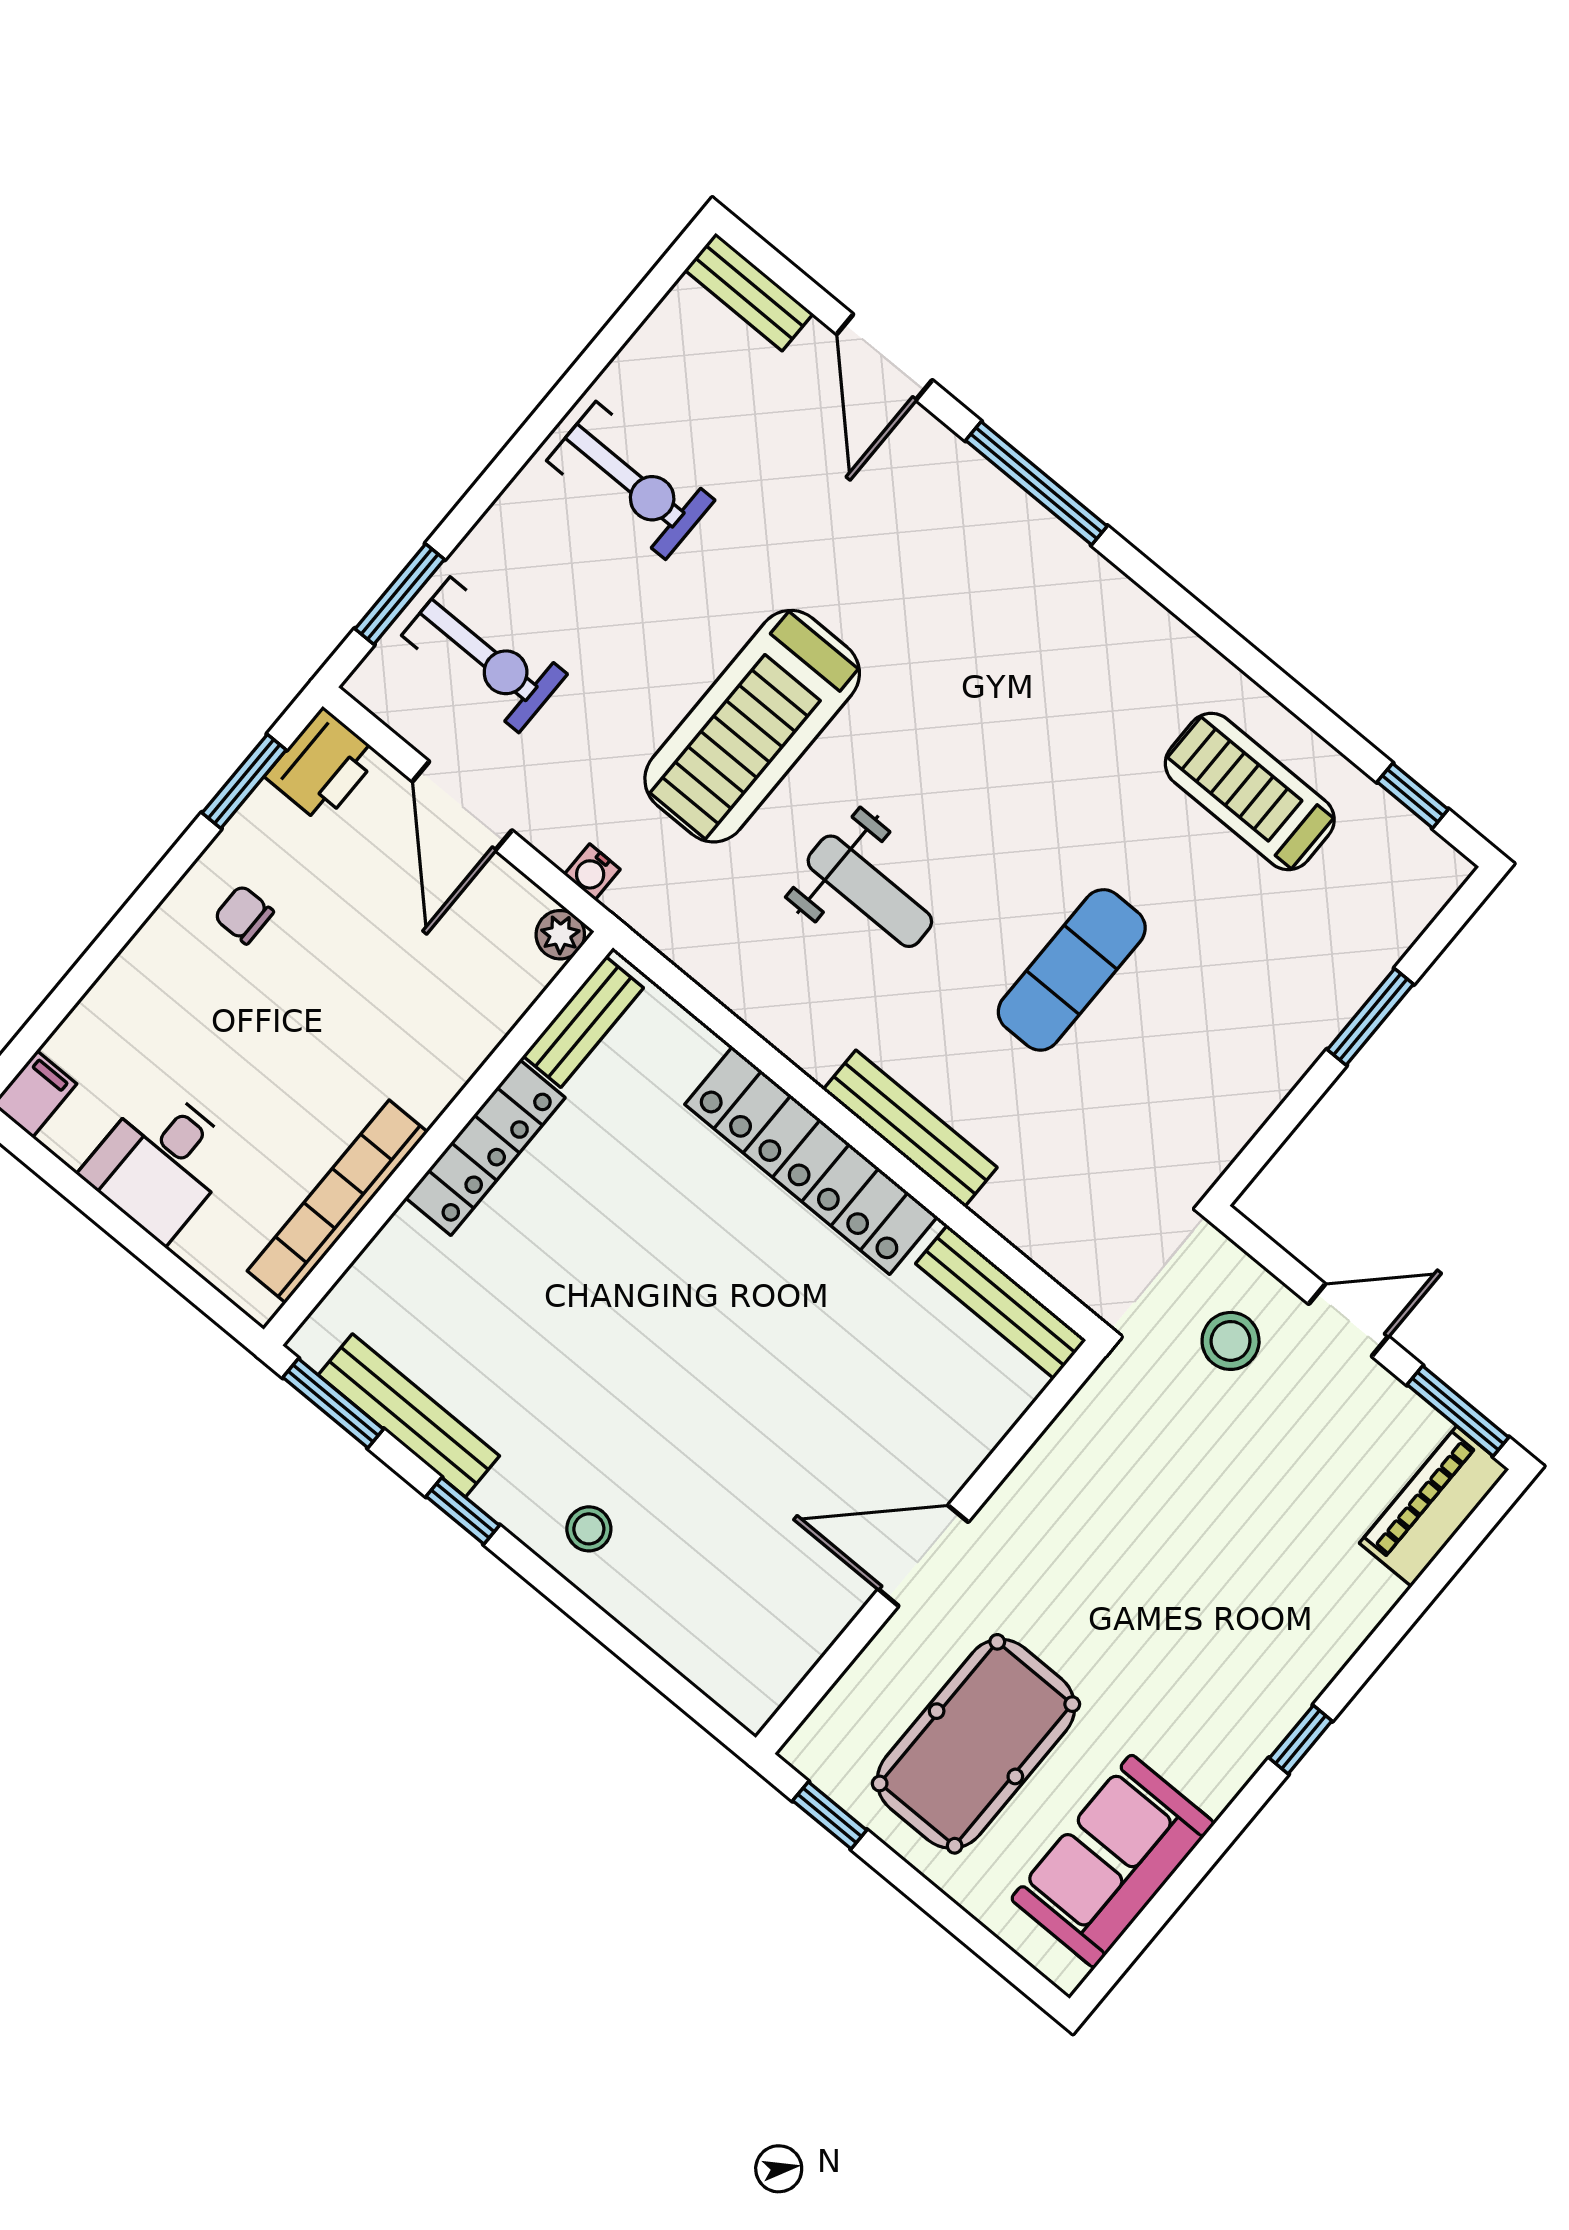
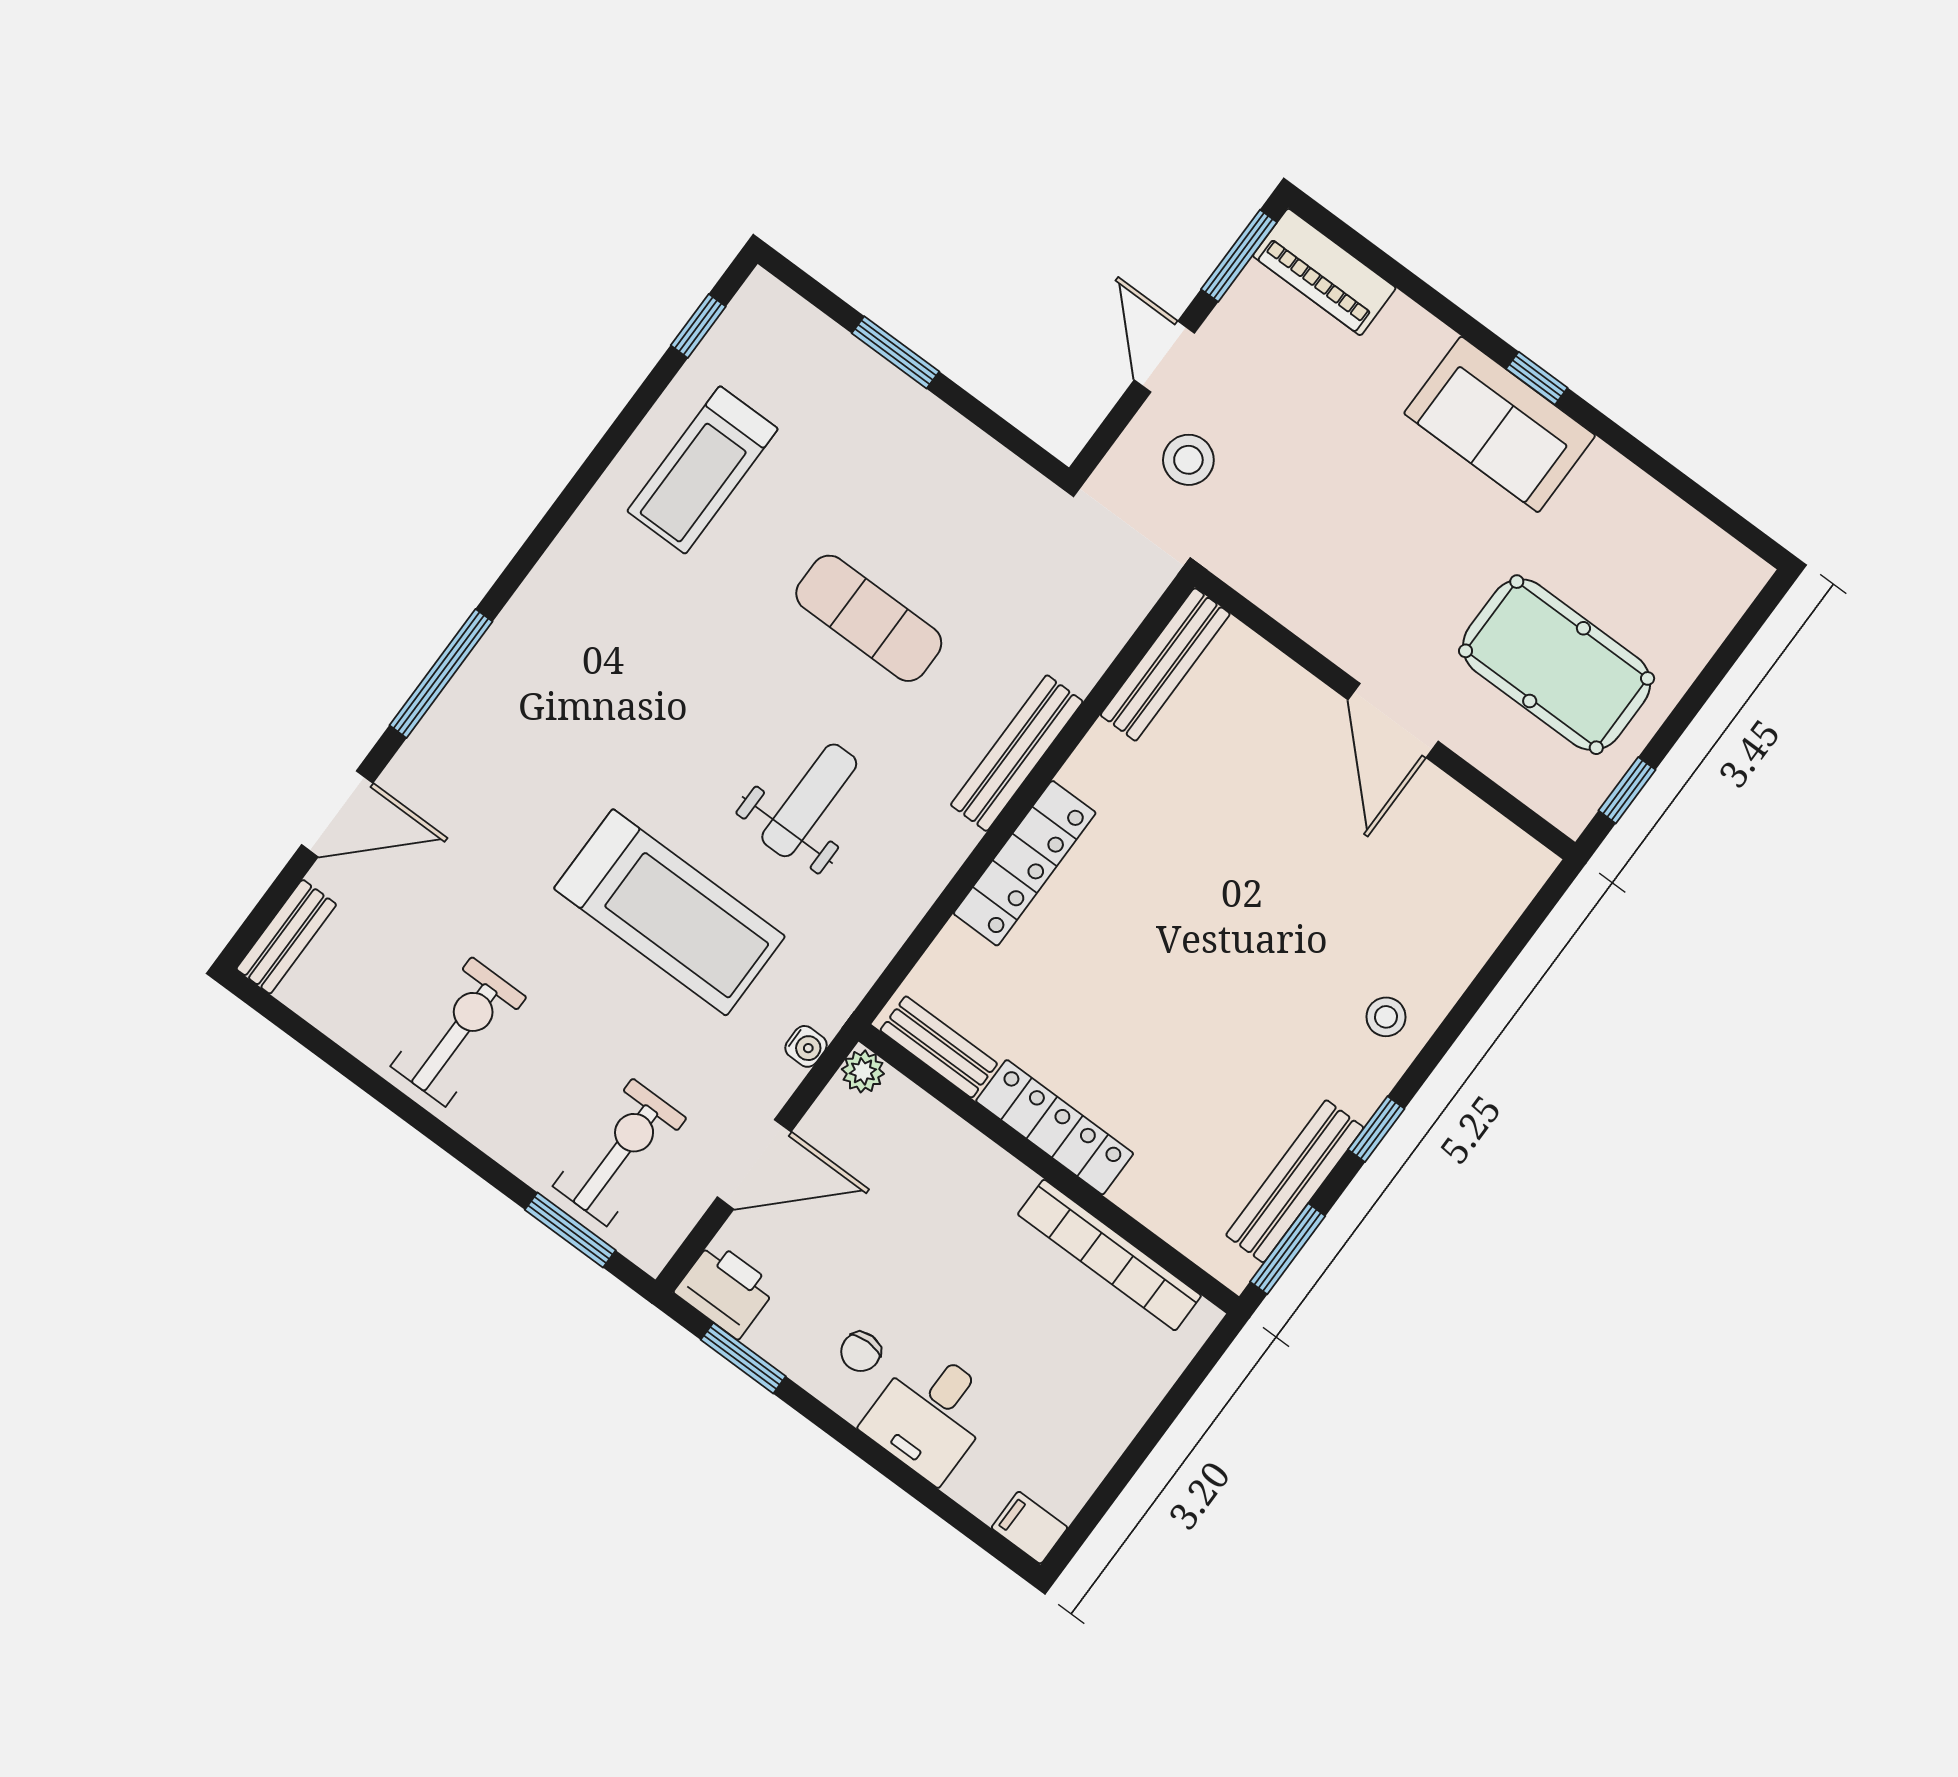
locker: (811, 1160) -> (1025, 863), width x0.71, depth x0.83
desk: (160, 1163) -> (930, 1414), moved, turned 90
sofa: (1113, 1861) -> (1500, 424), moved

